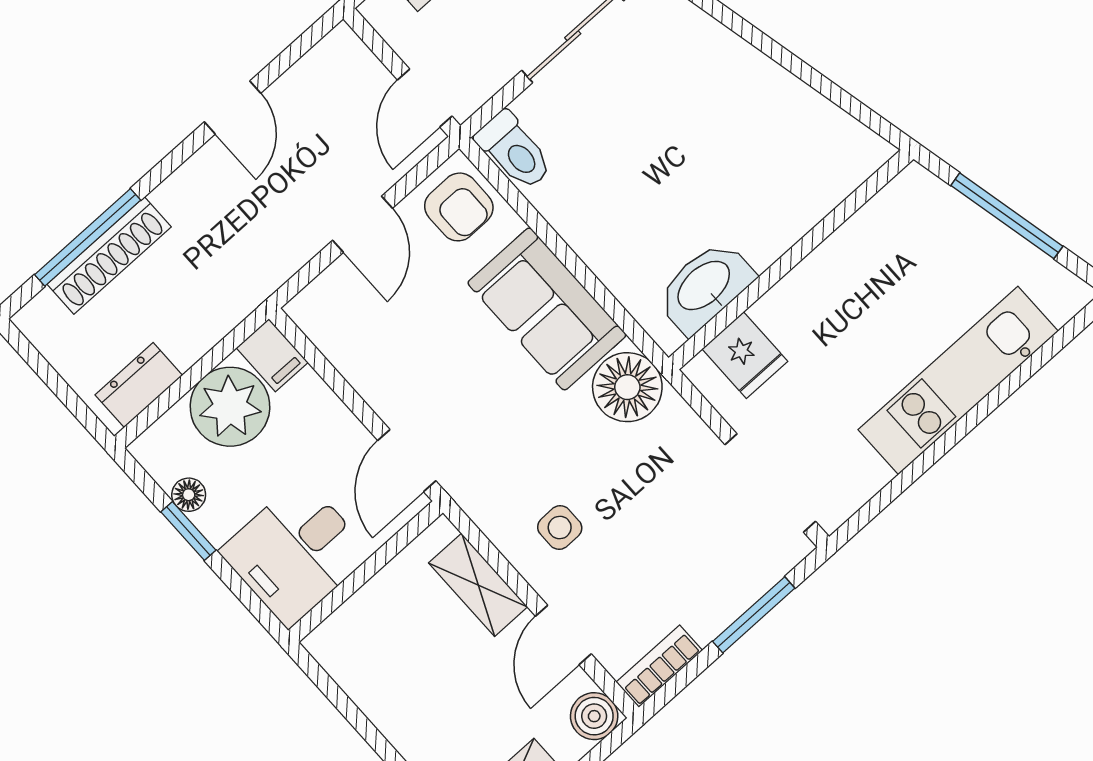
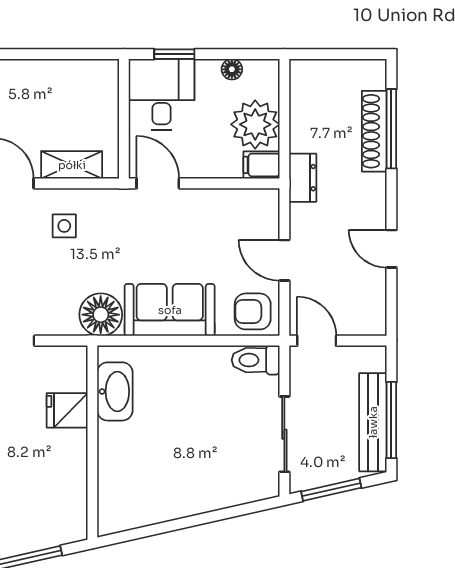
fridge: (745, 355) -> (67, 410), moved
dresser: (139, 385) -> (303, 178), moved
window: (188, 531) -> (174, 54), moved

